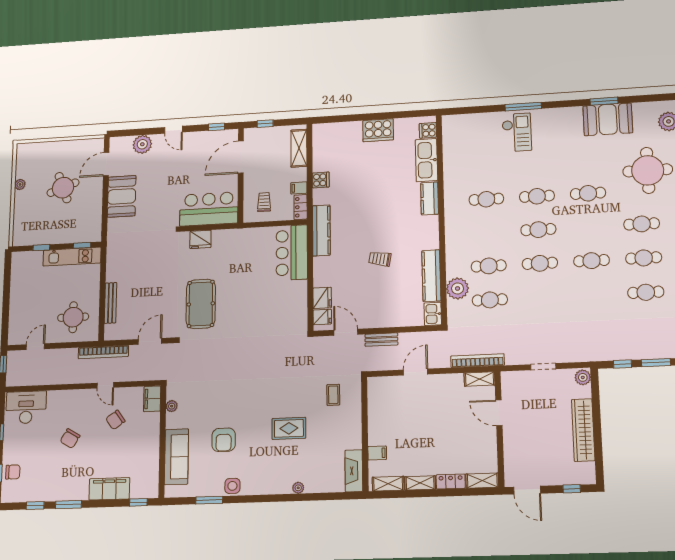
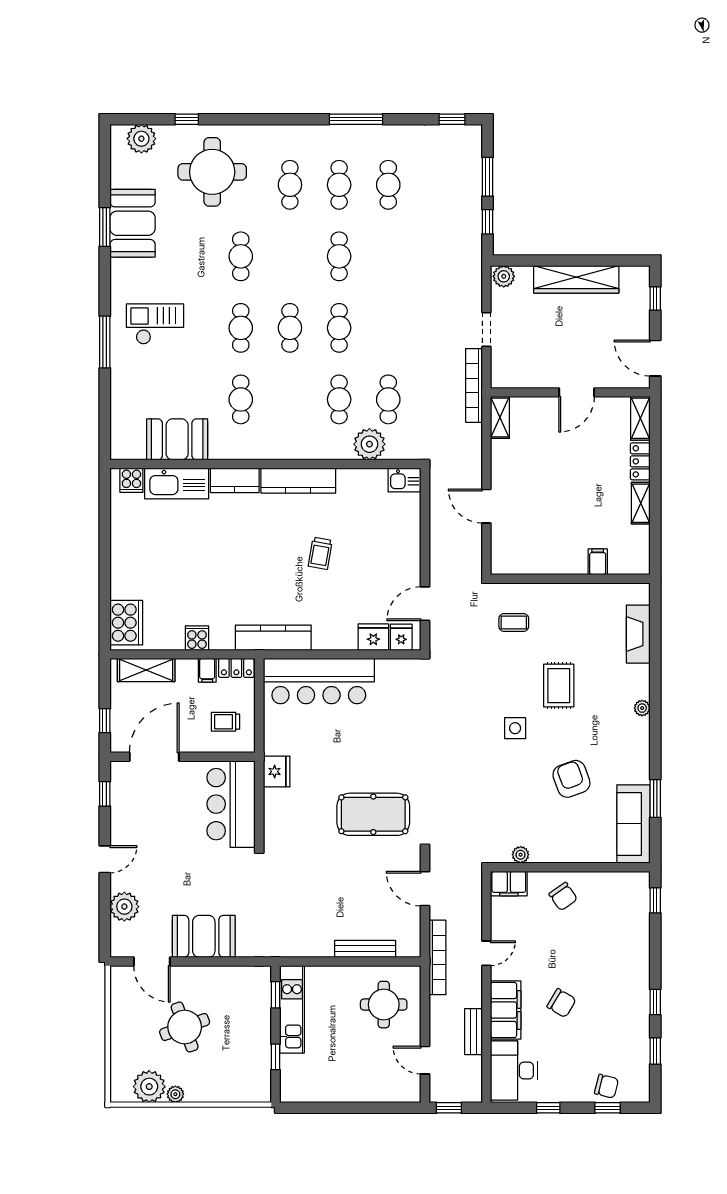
cooker: (378, 130) -> (126, 623), moved
checkout: (517, 132) -> (155, 324), moved
door: (241, 157) -> (154, 757), swing flipped
booth: (457, 159) -> (177, 439), added
plant: (26, 168) -> (149, 1087), added
fridge: (200, 239) -> (277, 771), moved
bar counter: (292, 253) -> (319, 681), width x1.36
kitchen counter: (431, 276) -> (298, 481), moved
bench: (381, 340) -> (473, 1032), moved
bookcase: (477, 361) -> (474, 385), moved
door: (499, 413) -> (577, 392), moved
chair: (115, 420) -> (563, 897), moved
armchair: (224, 440) -> (571, 779), turned -110
sofa: (176, 457) -> (633, 824), moved, turned -90
fireplace: (354, 471) -> (638, 634), moved, turned 90
chair: (13, 472) -> (606, 1086), turned 104
shelving: (388, 484) -> (640, 547), removed
side table: (232, 486) -> (515, 728), moved
plant: (298, 488) -> (642, 708), moved
filing cabinet: (109, 489) -> (506, 1010), moved, turned 180
door: (527, 490) -> (655, 358), swing flipped
window: (69, 505) -> (655, 1002), width x0.67

